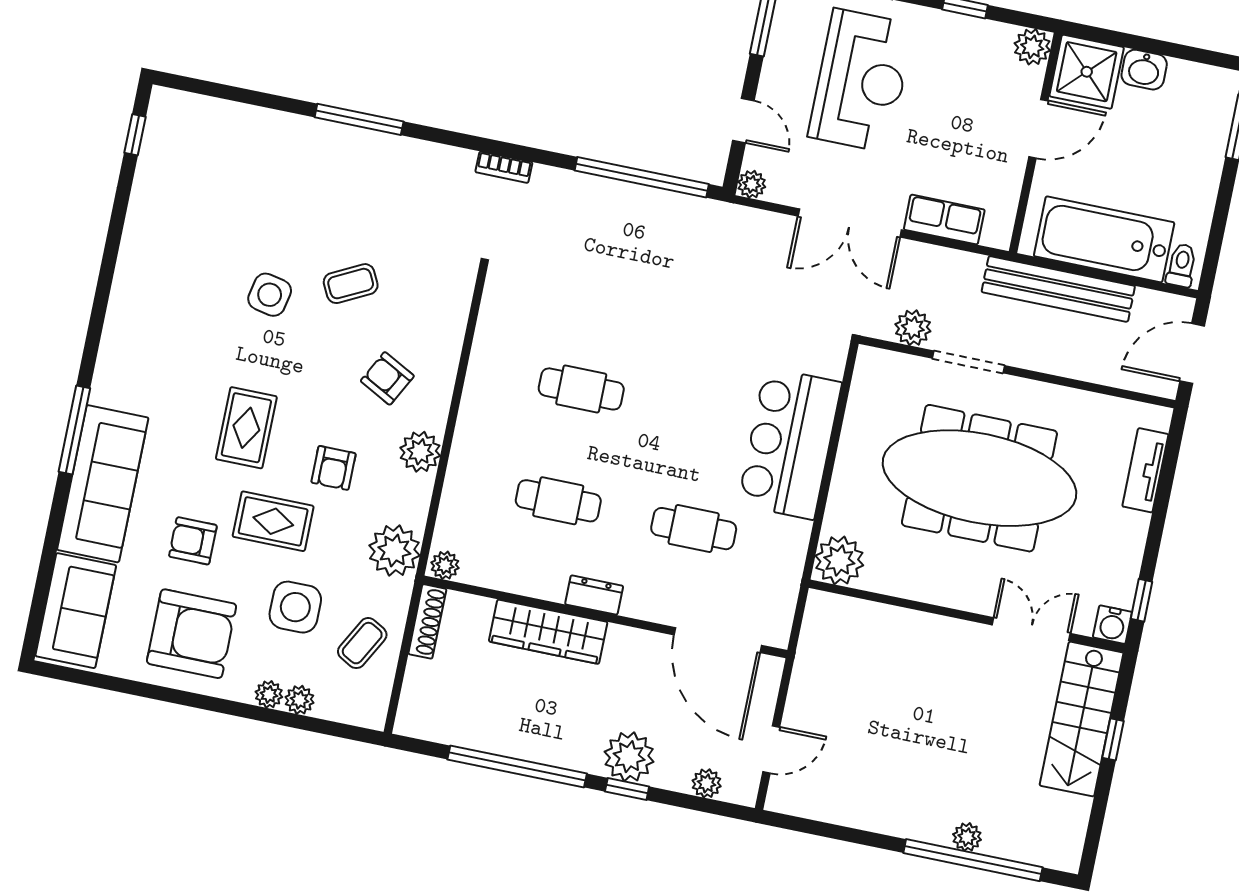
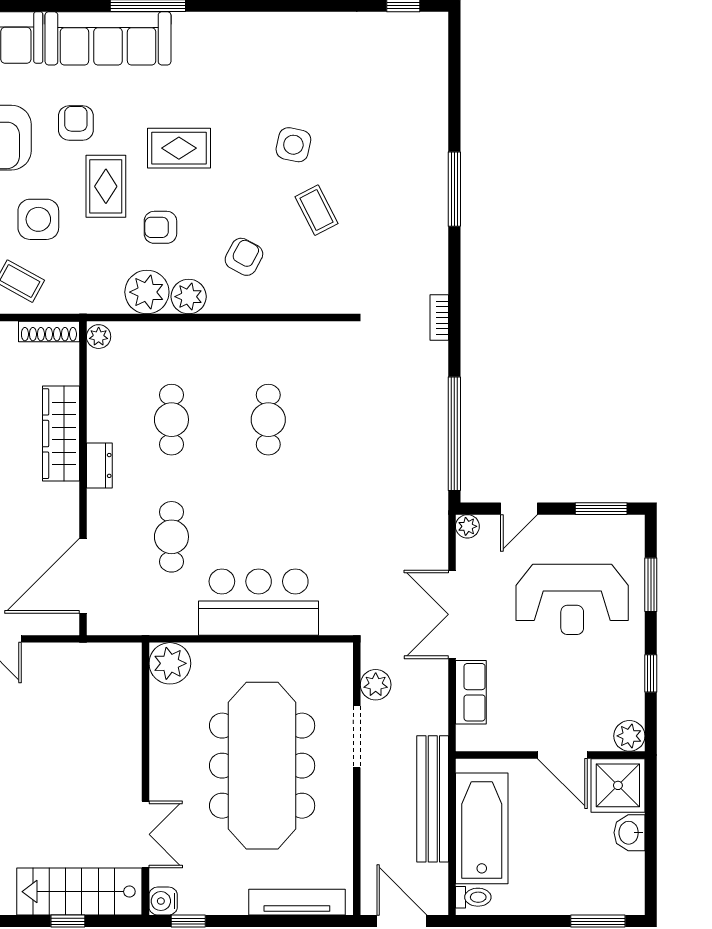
tv unit: (1145, 470) -> (297, 902), width x1.41
plant: (394, 551) -> (147, 292), moved

